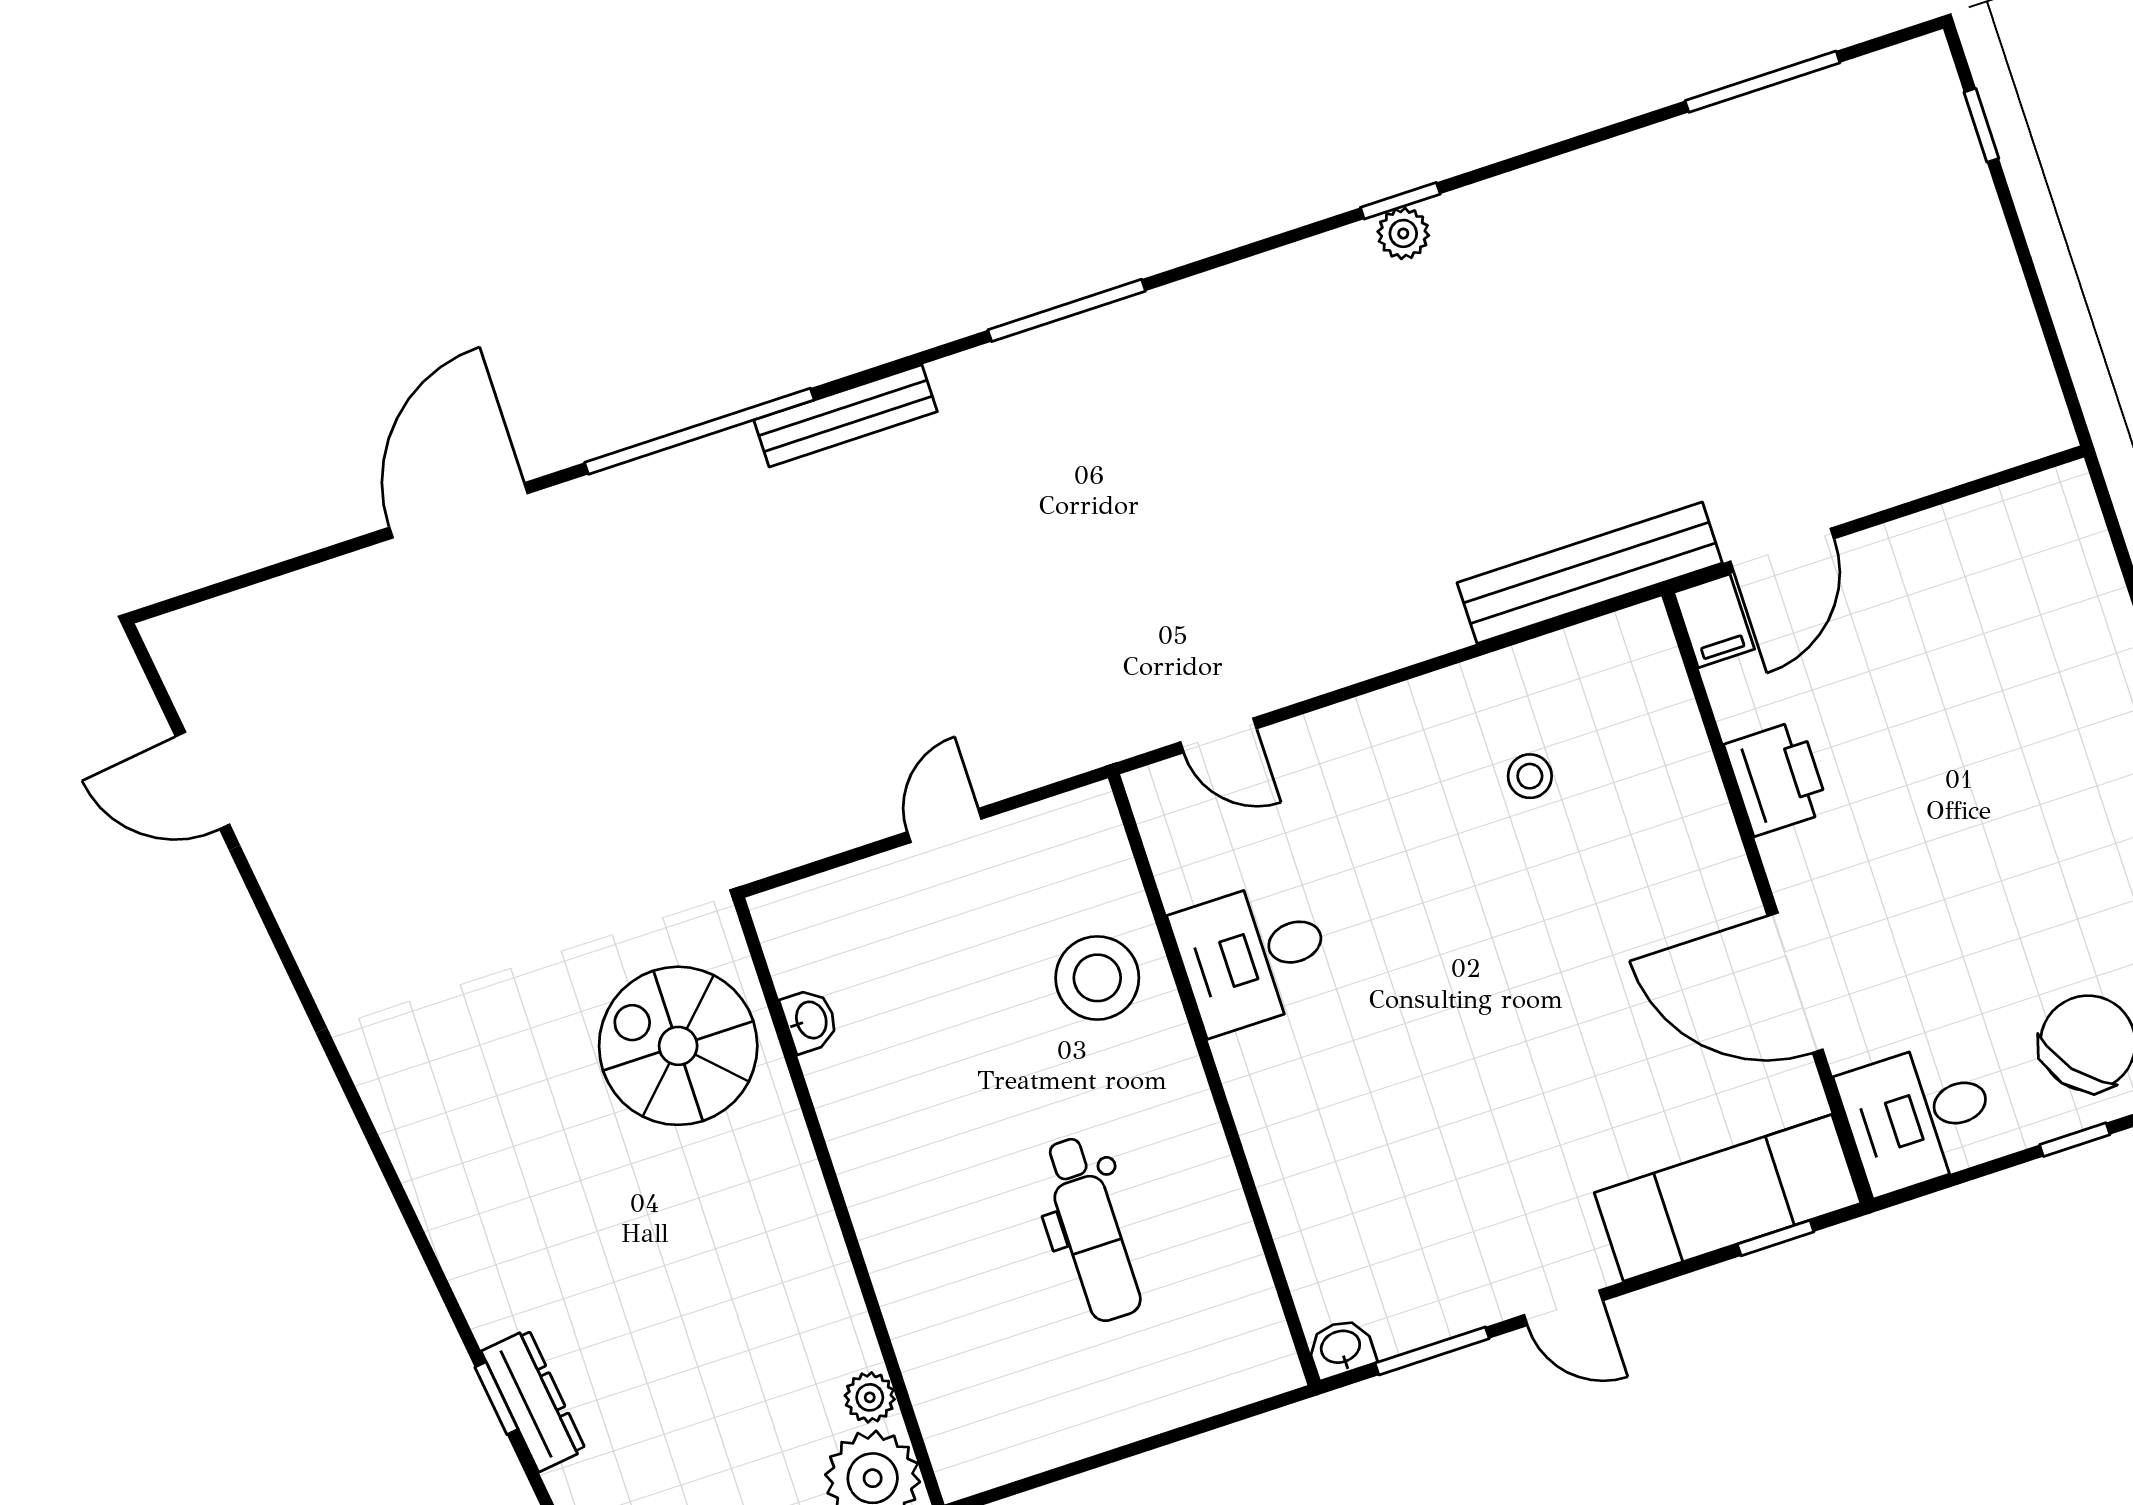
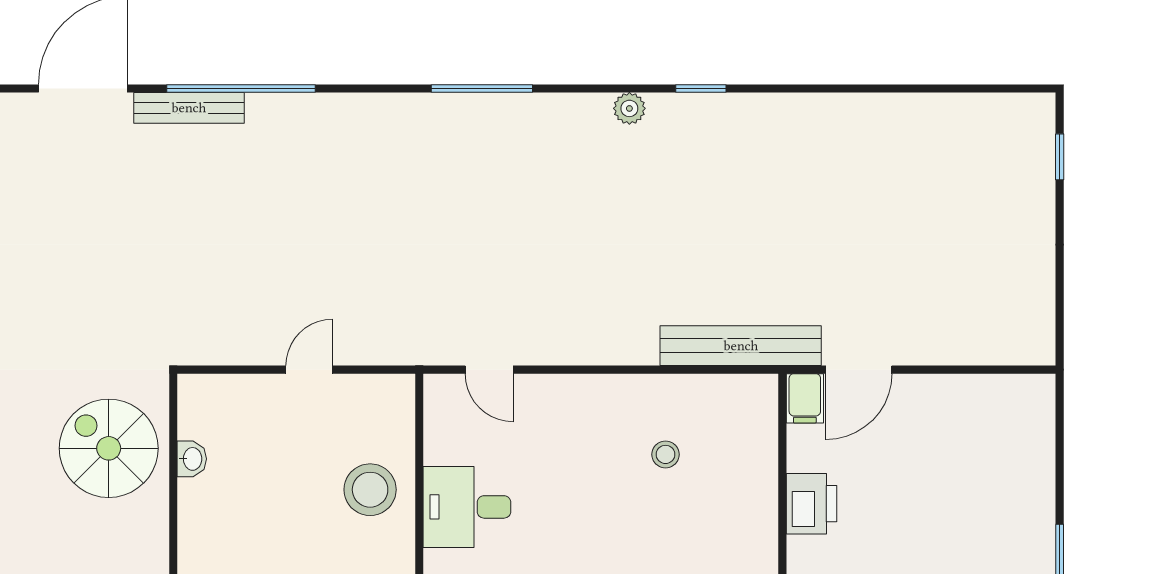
window: (1762, 82) -> (938, 89), removed
plant: (1403, 233) -> (629, 108), moved
bench: (846, 416) -> (189, 108), moved

